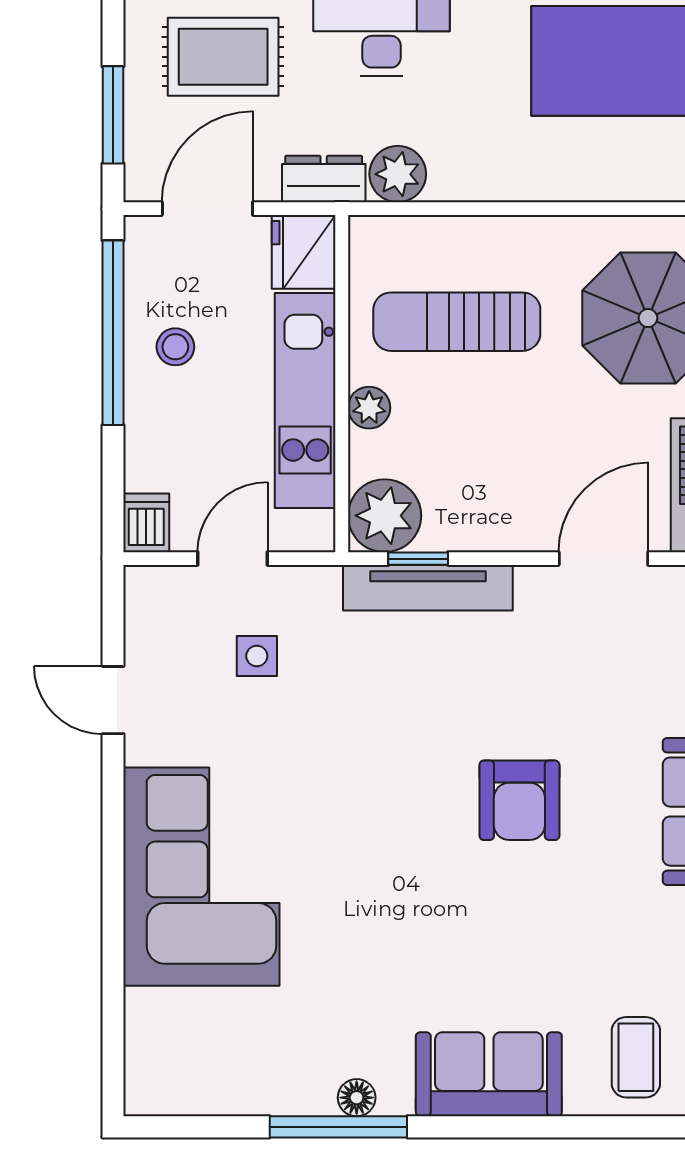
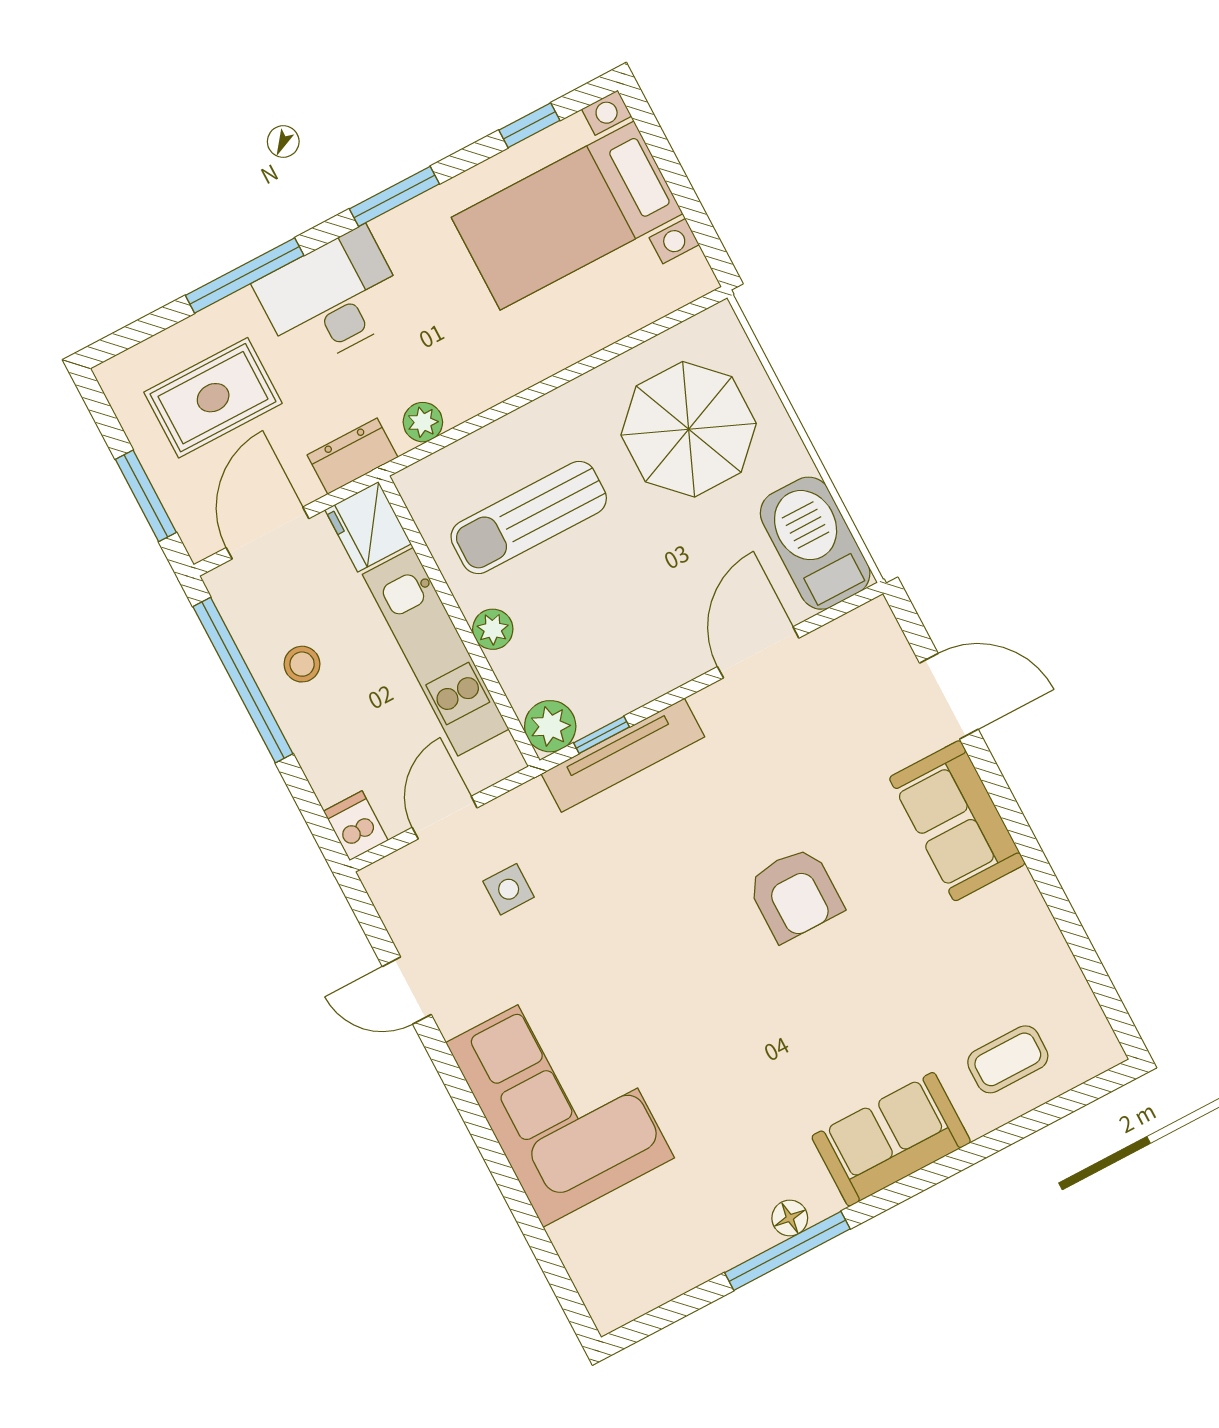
plant: (398, 174) -> (423, 422), width x0.73, depth x0.73
plant: (385, 516) -> (550, 726), width x0.73, depth x0.73
coffee table: (636, 1057) -> (1008, 1059), turned 90

